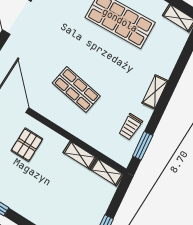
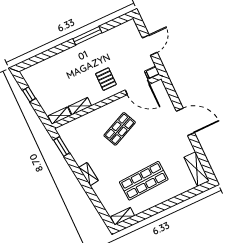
shop shelf: (76, 89) -> (120, 129), turned -33
trolley: (130, 127) -> (77, 146), removed

